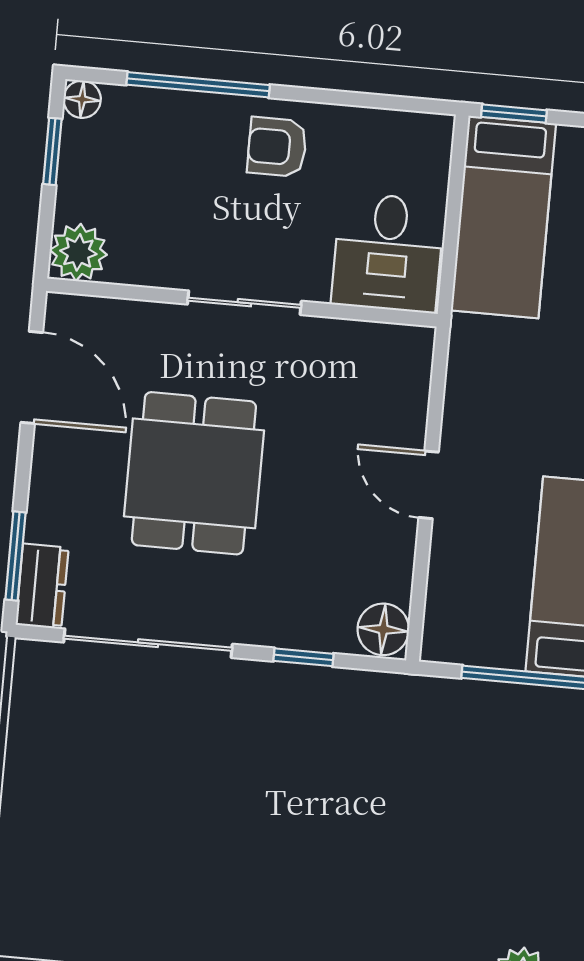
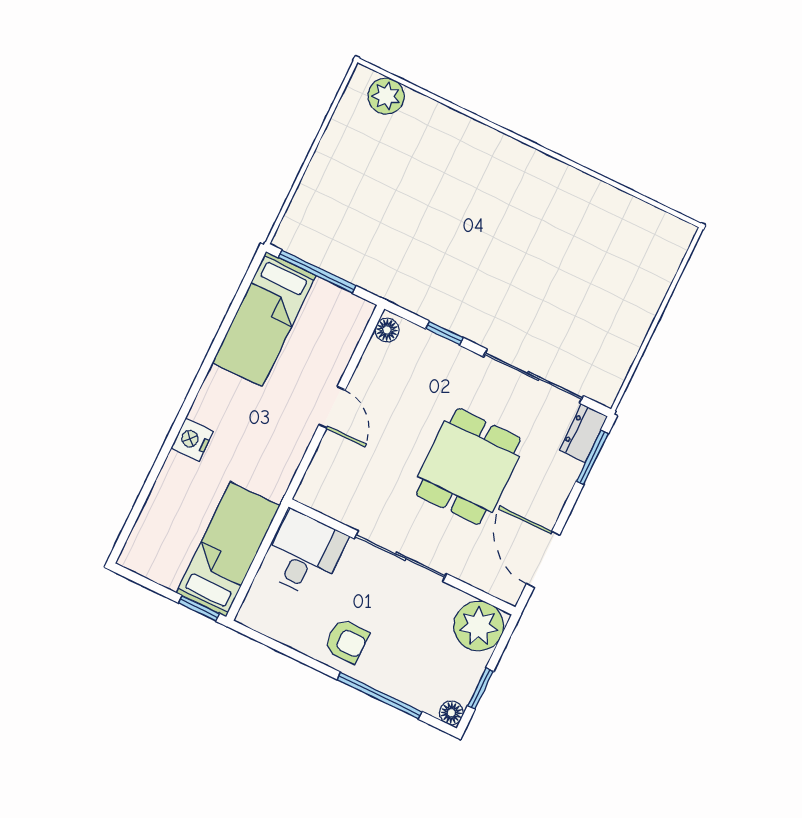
plant: (78, 252) -> (479, 626), width x1.36, depth x1.36
sliding door: (244, 303) -> (401, 556), width x1.37
floor lamp: (383, 629) -> (387, 330), width x0.73, depth x0.73

